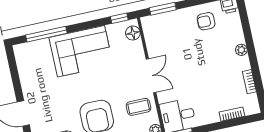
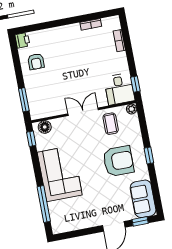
plant: (241, 50) -> (62, 31), removed

